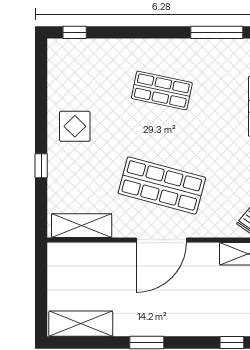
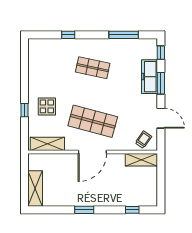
window: (75, 32) -> (68, 35), moved
display table: (75, 126) -> (47, 106), moved
shelving: (81, 324) -> (35, 189), moved, turned 90

